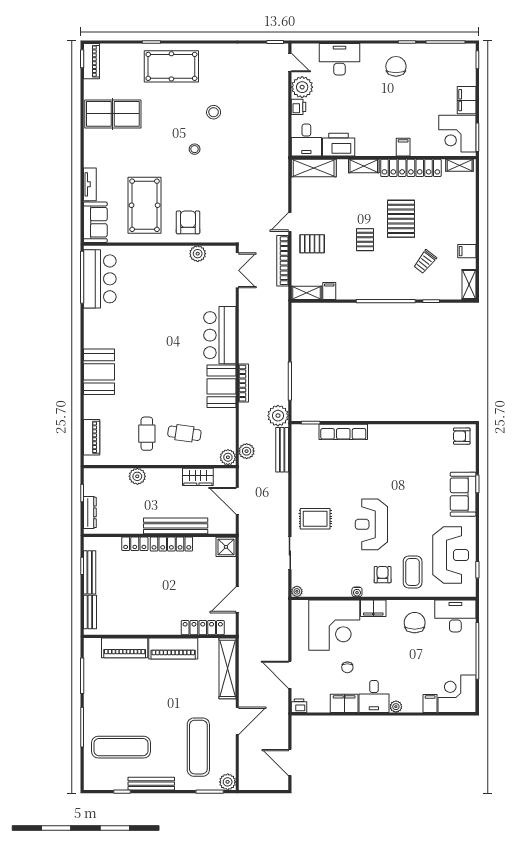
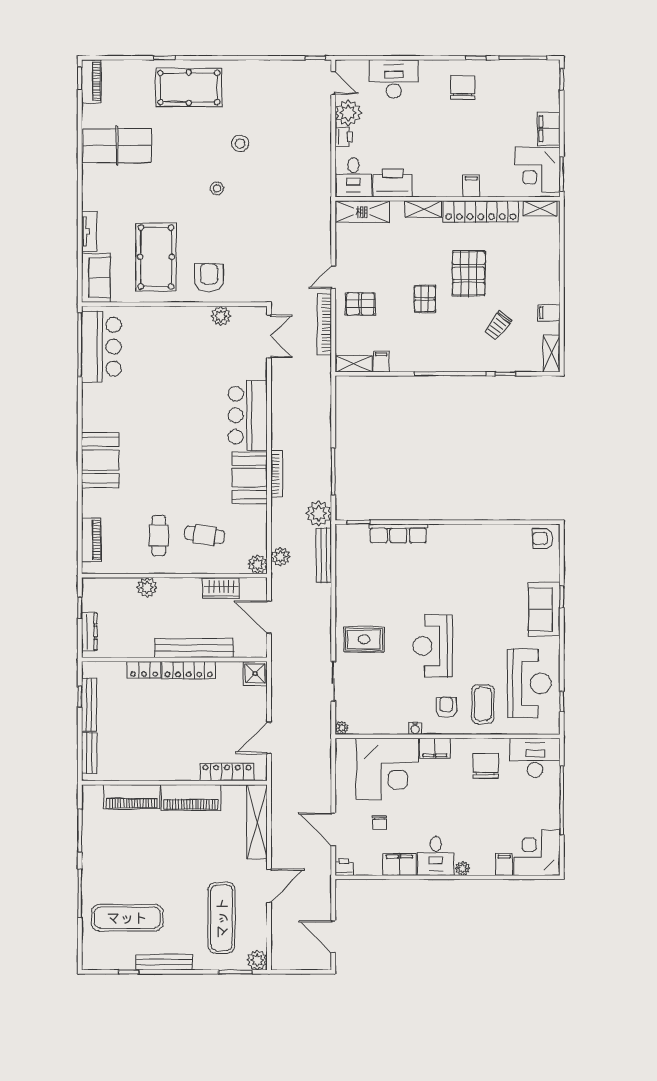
chair: (347, 667) -> (379, 823), moved

